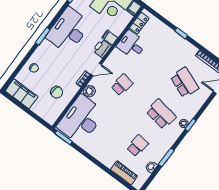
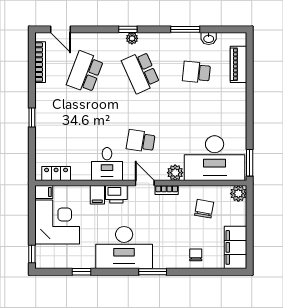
desk: (132, 45) -> (107, 164), moved
school desk: (161, 114) -> (141, 72), turned -33
plant: (51, 118) -> (238, 194), added

